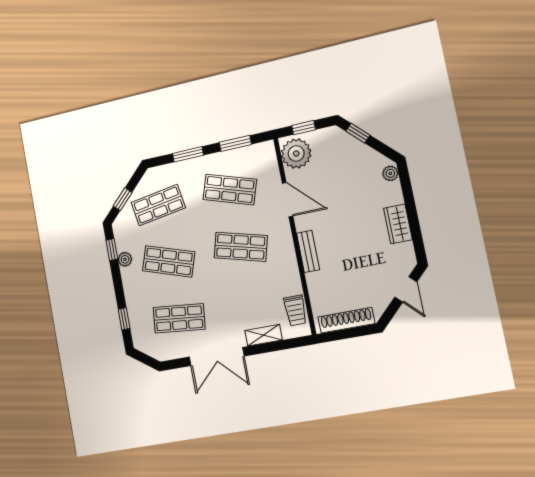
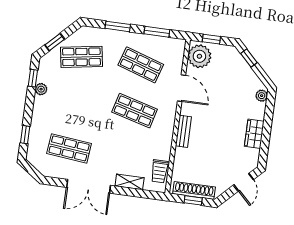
shop shelf: (169, 261) -> (75, 103), removed
window: (349, 333) -> (193, 200), added

